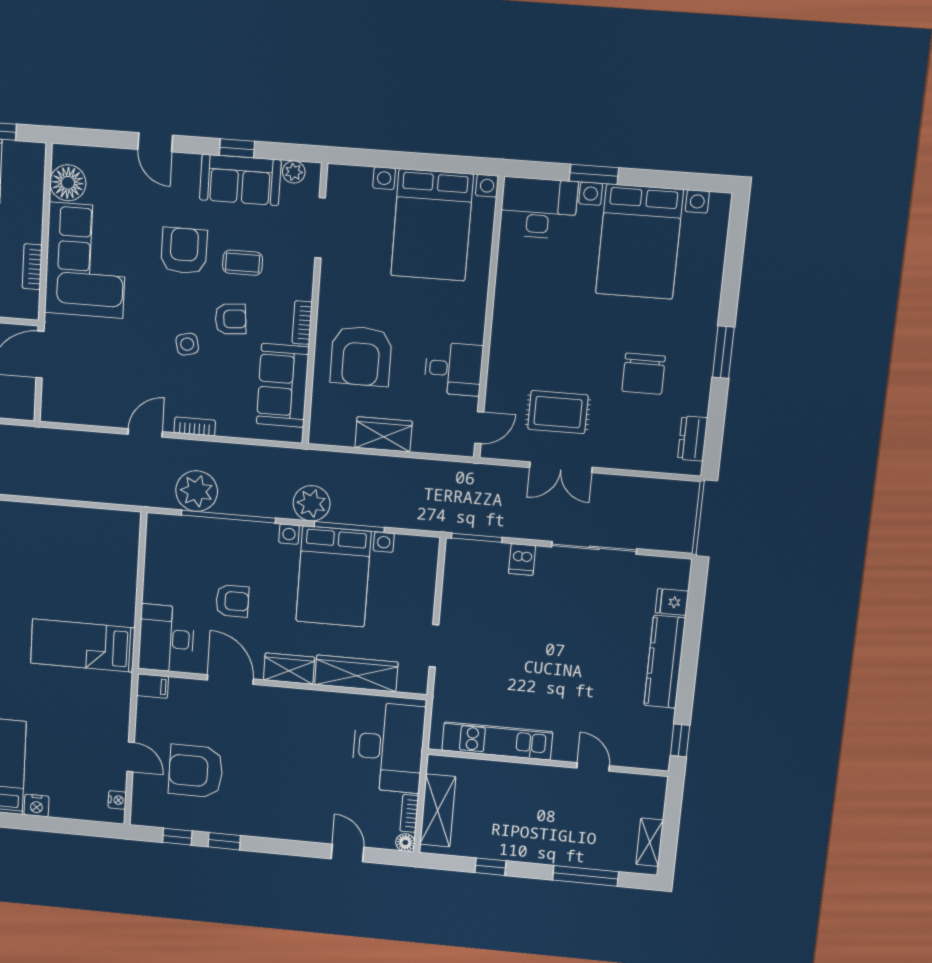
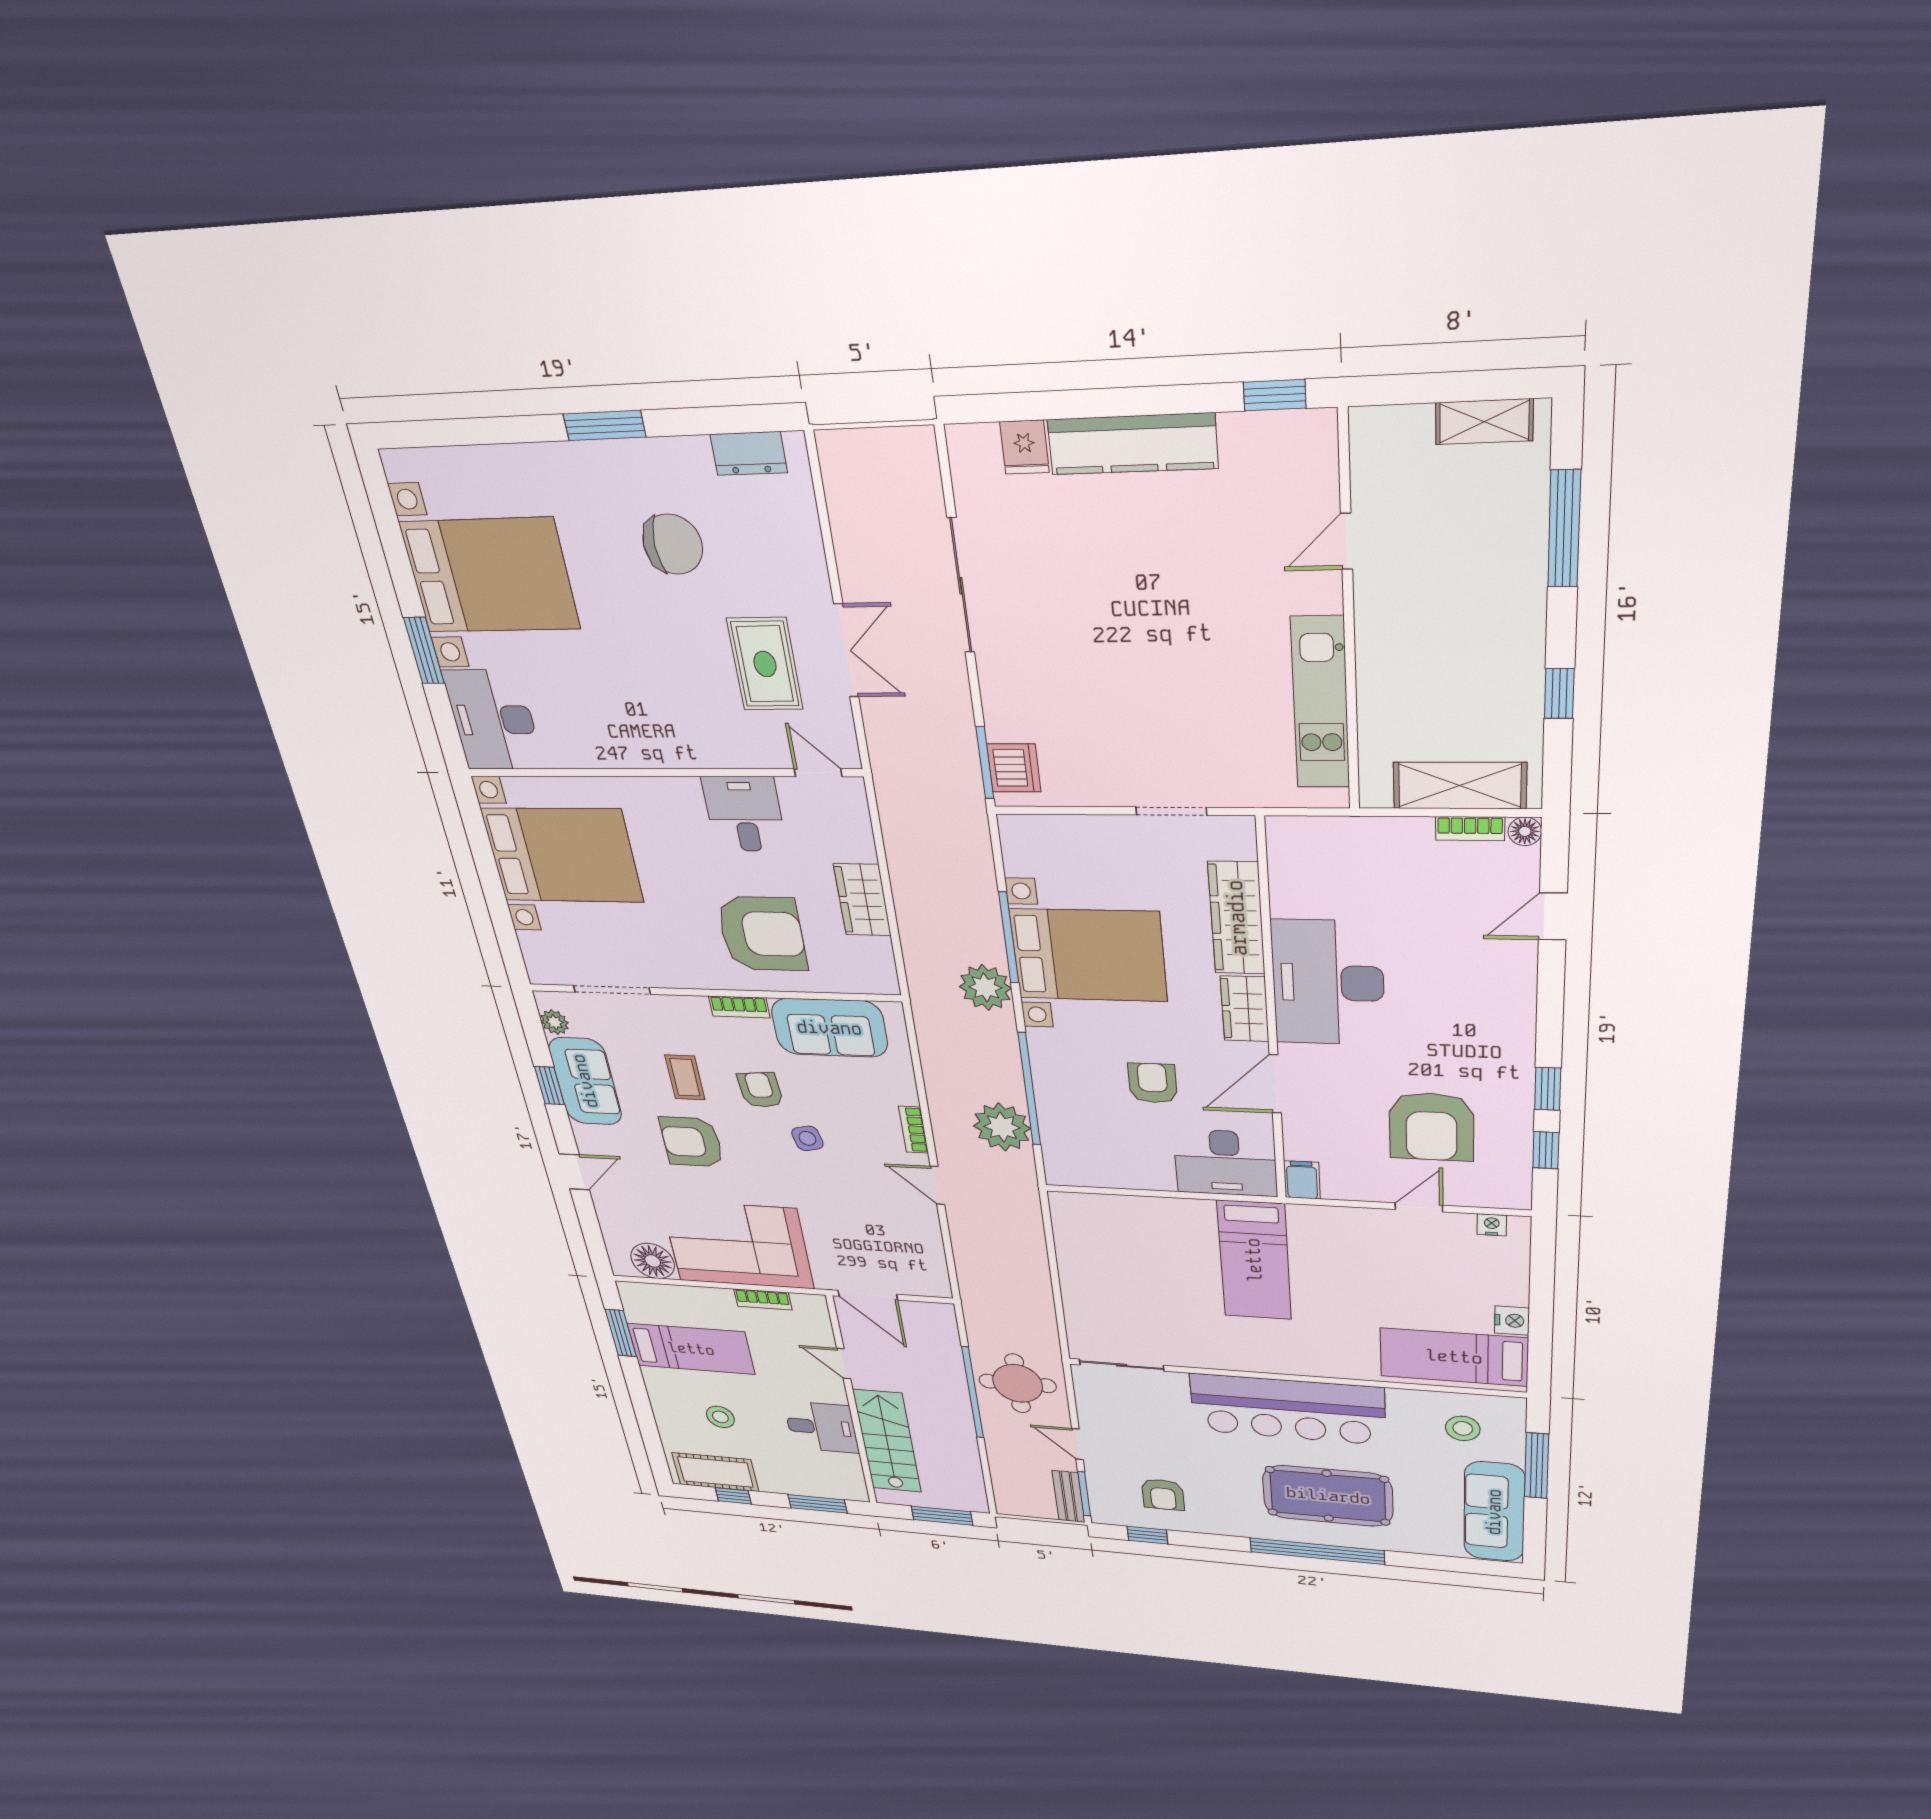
dishwasher: (522, 559) -> (1014, 768), moved, width x1.38
desk: (388, 747) -> (1328, 983), moved, turned -90

